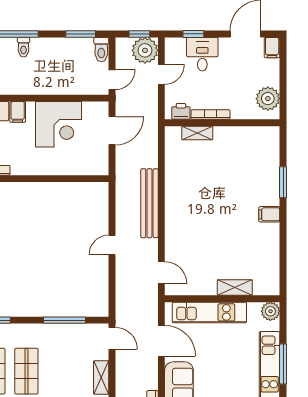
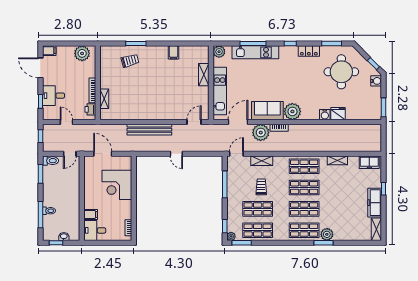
plant: (145, 50) -> (261, 133), moved
door: (112, 80) -> (70, 154), swing flipped
corner desk: (58, 124) -> (117, 185), moved, turned 180
trolley: (257, 173) -> (130, 61), added
filing cabinet: (269, 214) -> (174, 52), moved
trolley: (61, 377) -> (261, 187), added

